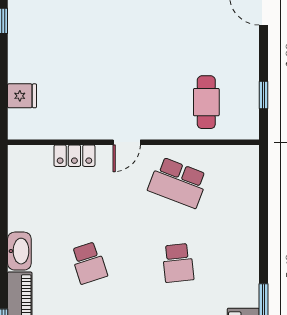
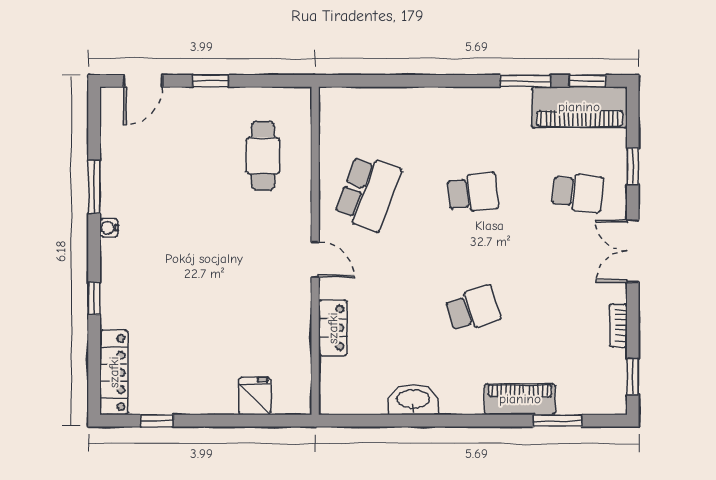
window: (263, 95) -> (211, 81), moved
cafe table: (206, 102) -> (263, 156), turned 90
washbasin: (19, 251) -> (413, 400), moved

